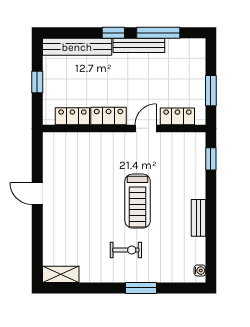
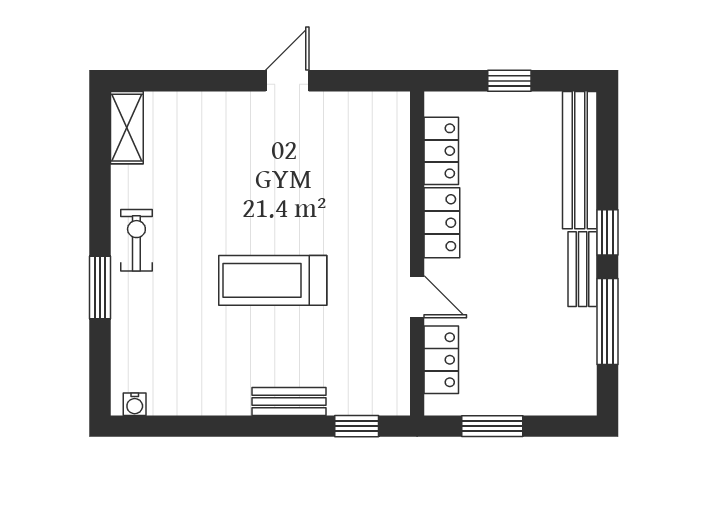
bench: (139, 45) -> (583, 269), width x0.73
bench: (198, 218) -> (289, 401), moved
exercise bike: (126, 250) -> (136, 240), moved, turned 180

